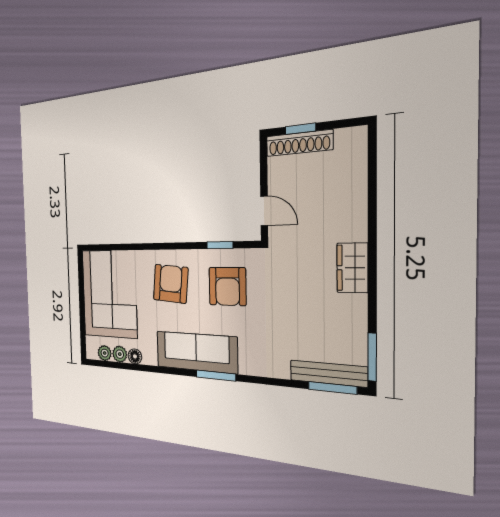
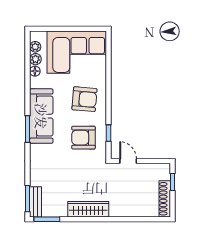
shoe rack: (299, 143) -> (165, 199), moved
door: (264, 211) -> (128, 161), swing flipped
wardrobe: (352, 268) -> (88, 209), width x1.50
bench: (328, 374) -> (36, 202), width x0.73

